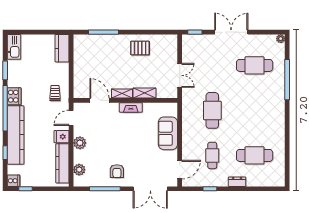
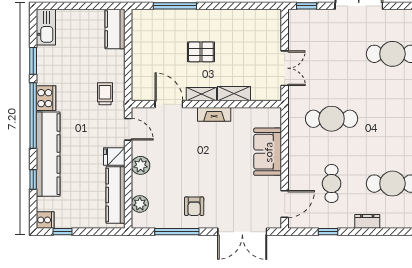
pallet: (140, 48) -> (201, 52), moved
cafe table: (212, 110) -> (332, 119), turned 90
door: (71, 118) -> (128, 129), swing flipped

